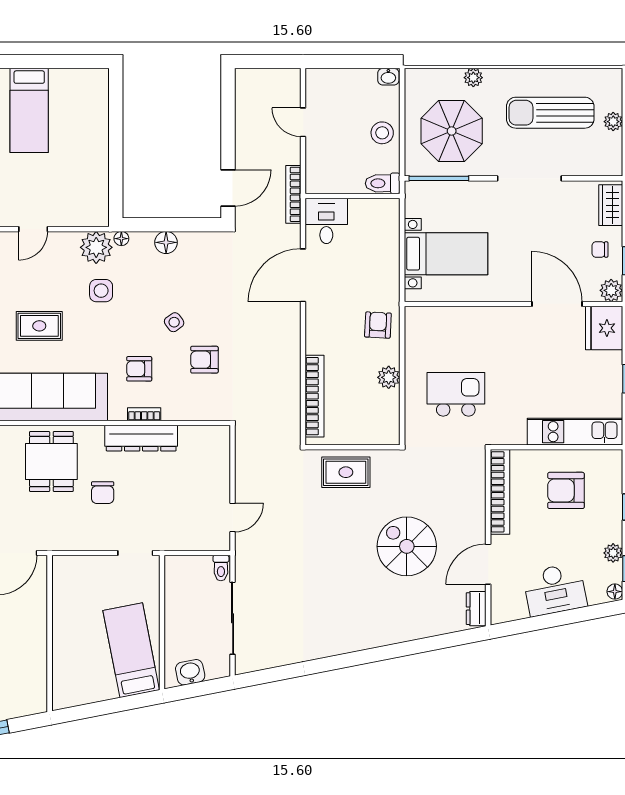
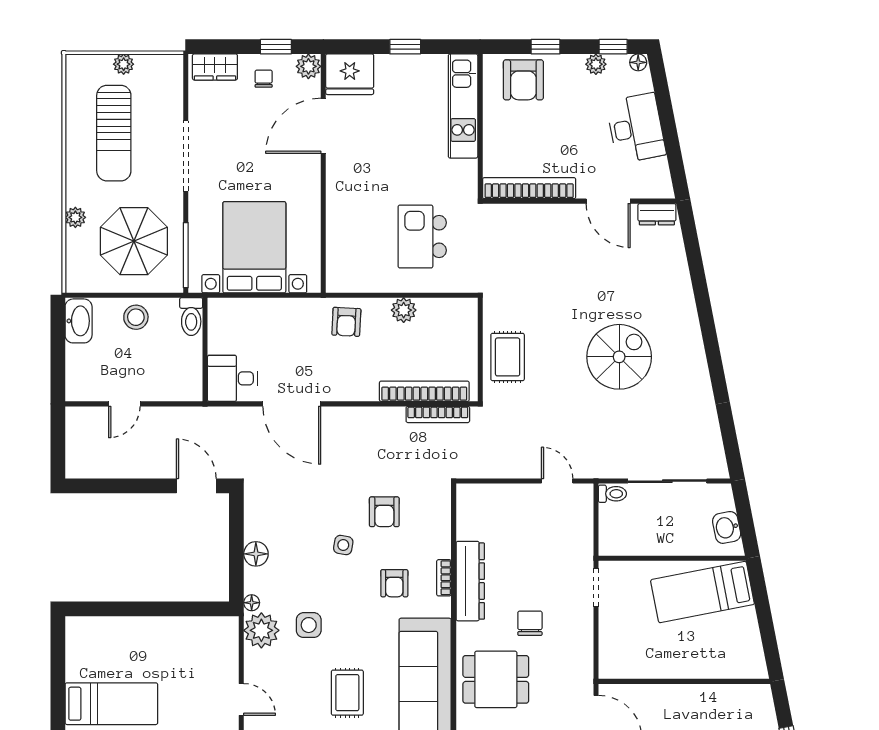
washbasin: (388, 77) -> (79, 321), width x1.91, depth x1.45
bookcase: (293, 194) -> (438, 414), moved
chair: (600, 250) -> (264, 79), turned 180
bed with nightstands: (446, 254) -> (254, 247), width x1.36
side table: (174, 322) -> (343, 545), turned 45
armchair: (378, 325) -> (346, 322), turned -90
armchair: (566, 490) -> (523, 80), moved
chair: (103, 493) -> (530, 623), turned -90
spiral stairs: (407, 546) -> (619, 357), moved, turned 180

